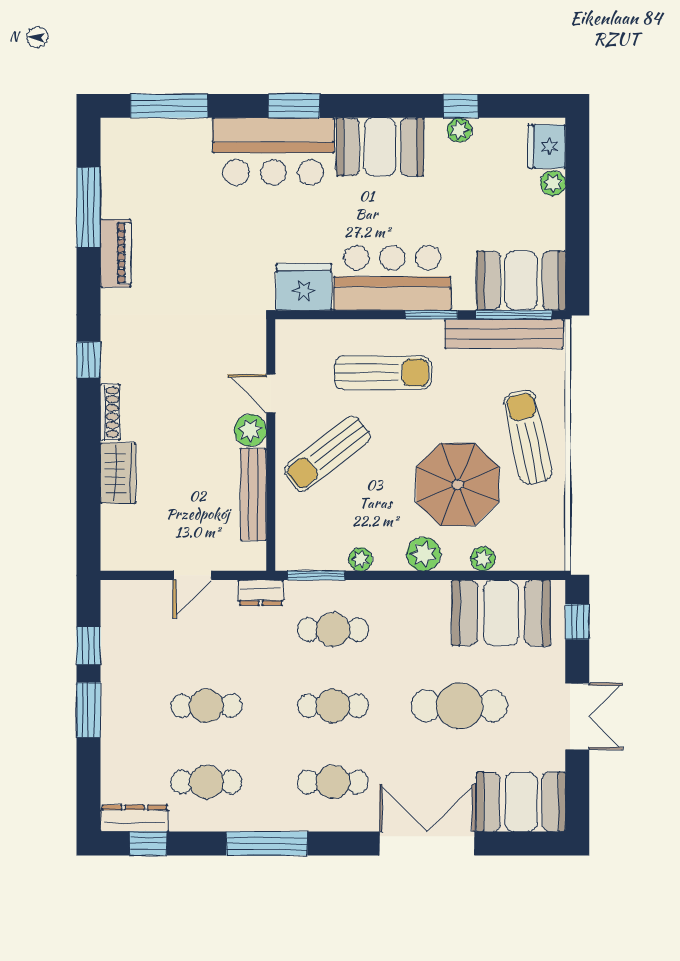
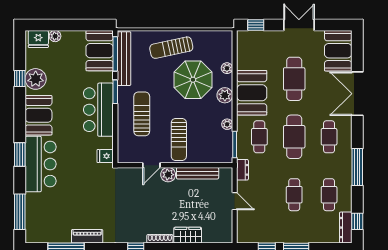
plant: (459, 130) -> (36, 79), width x1.87, depth x1.87
fridge: (304, 287) -> (105, 156), width x0.53, depth x0.75
sun lounger: (327, 454) -> (179, 139), turned 38
booth: (501, 613) -> (252, 93), moved
cafe table: (333, 706) -> (294, 137), width x1.37, depth x1.35

